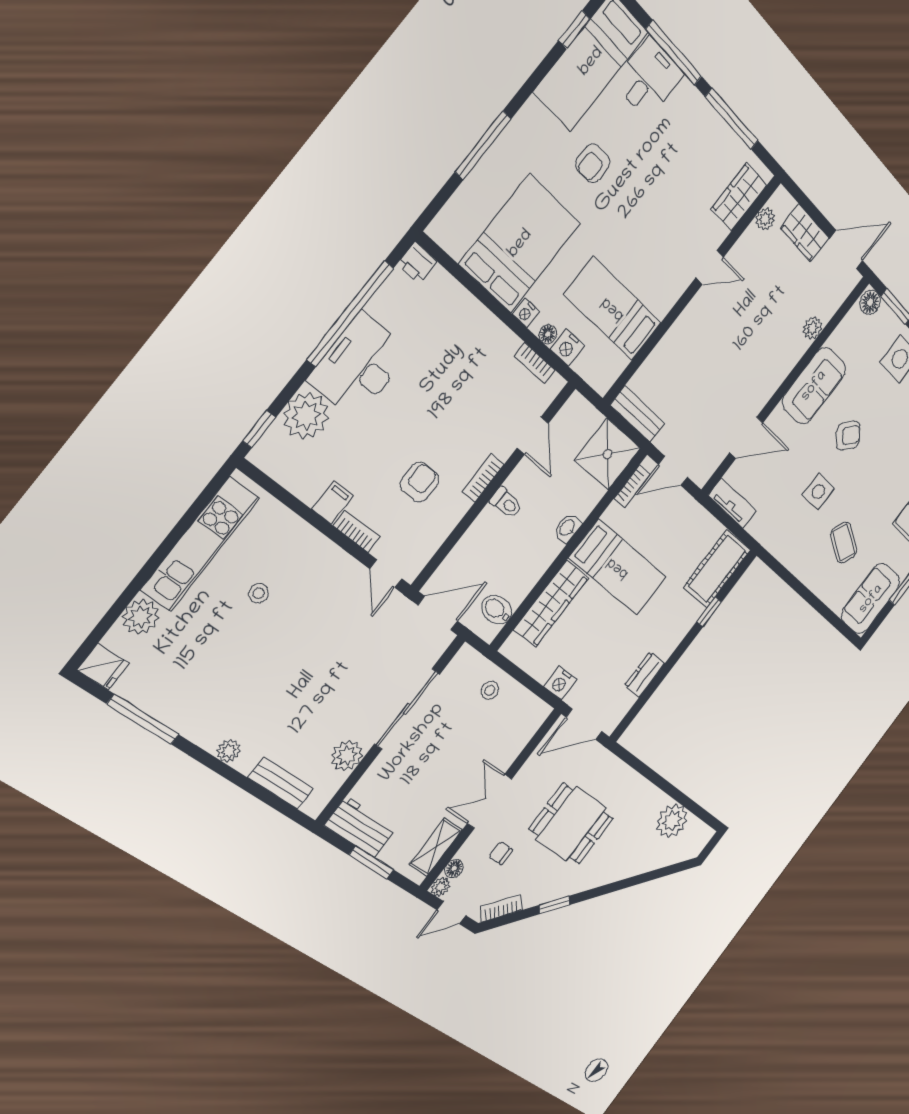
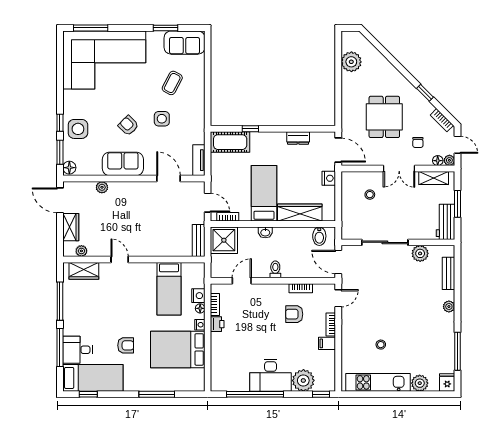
printer: (417, 263) -> (217, 324), moved
bookcase: (483, 478) -> (301, 288), moved
stool: (490, 690) -> (370, 195), moved

